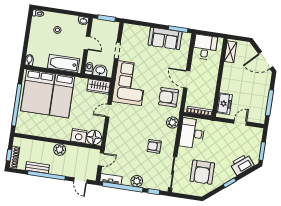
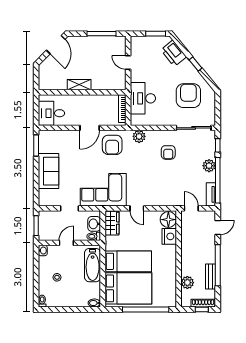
sofa: (165, 38) -> (49, 171), moved
shelving: (230, 52) -> (79, 85), moved
freezer: (224, 104) -> (110, 83), removed
desk: (192, 133) -> (143, 98), moved, turned 90
plant: (60, 150) -> (187, 283), moved
armchair: (202, 172) -> (188, 96), turned -90

